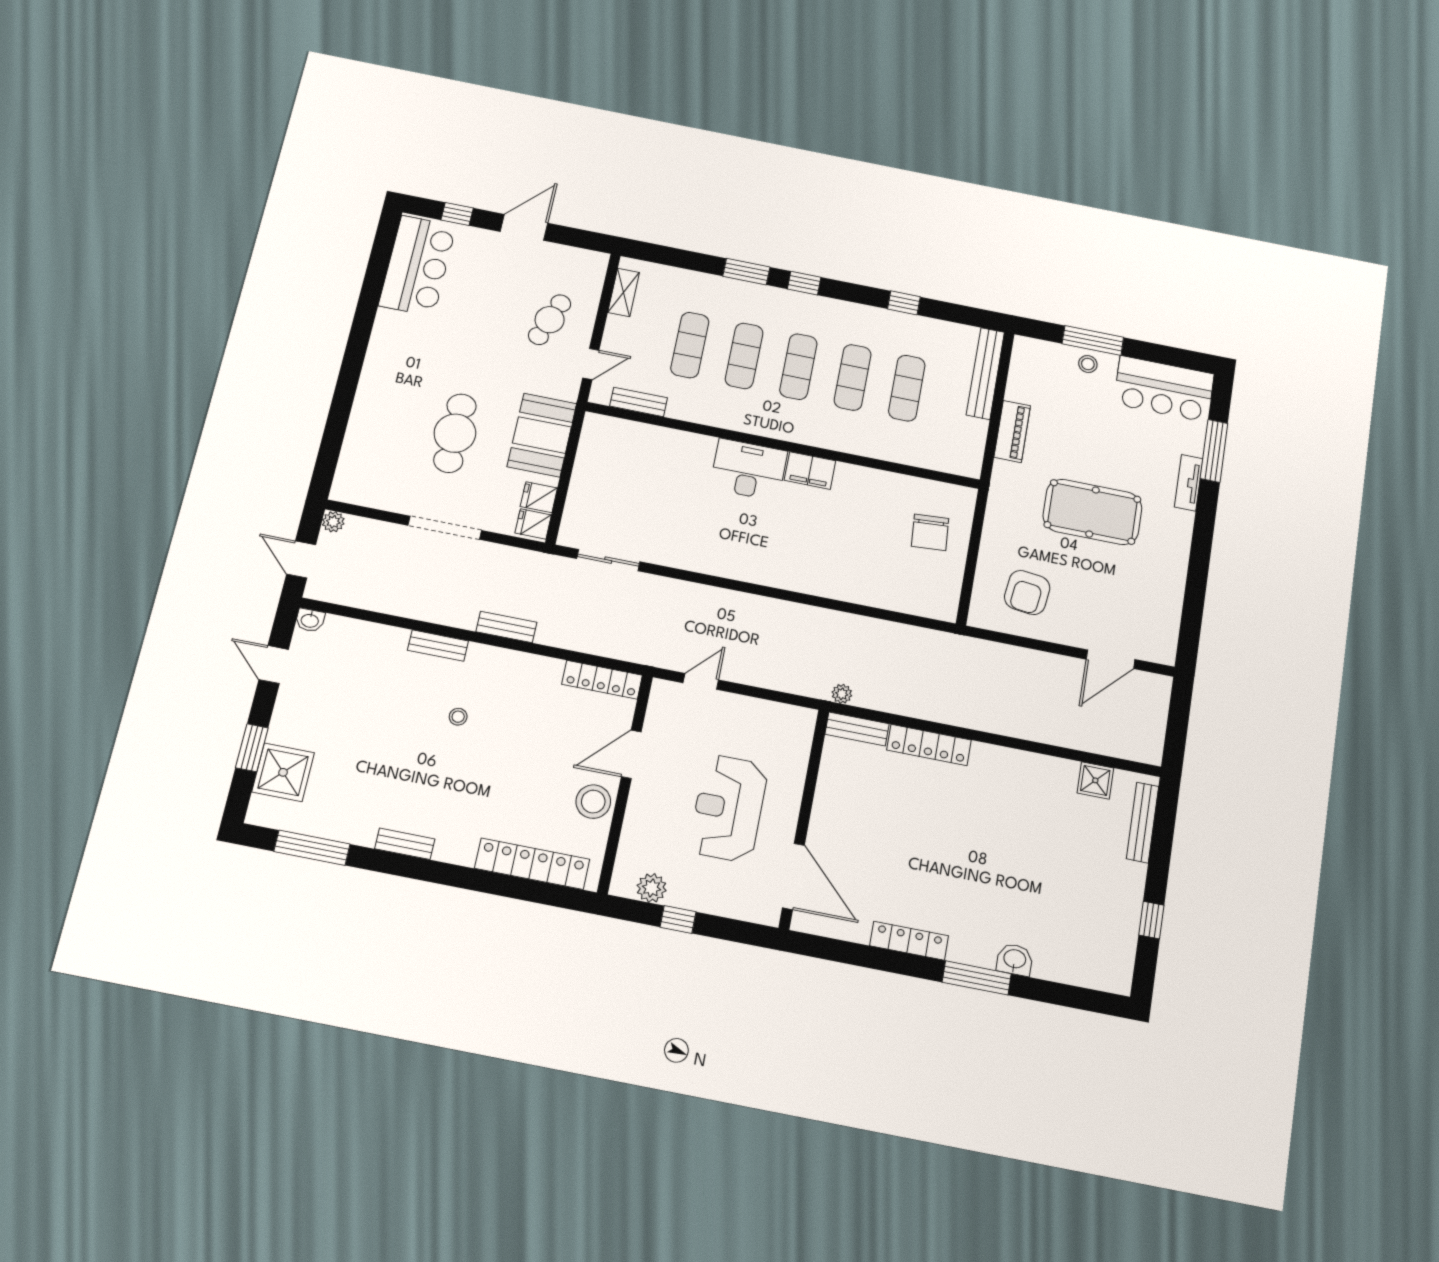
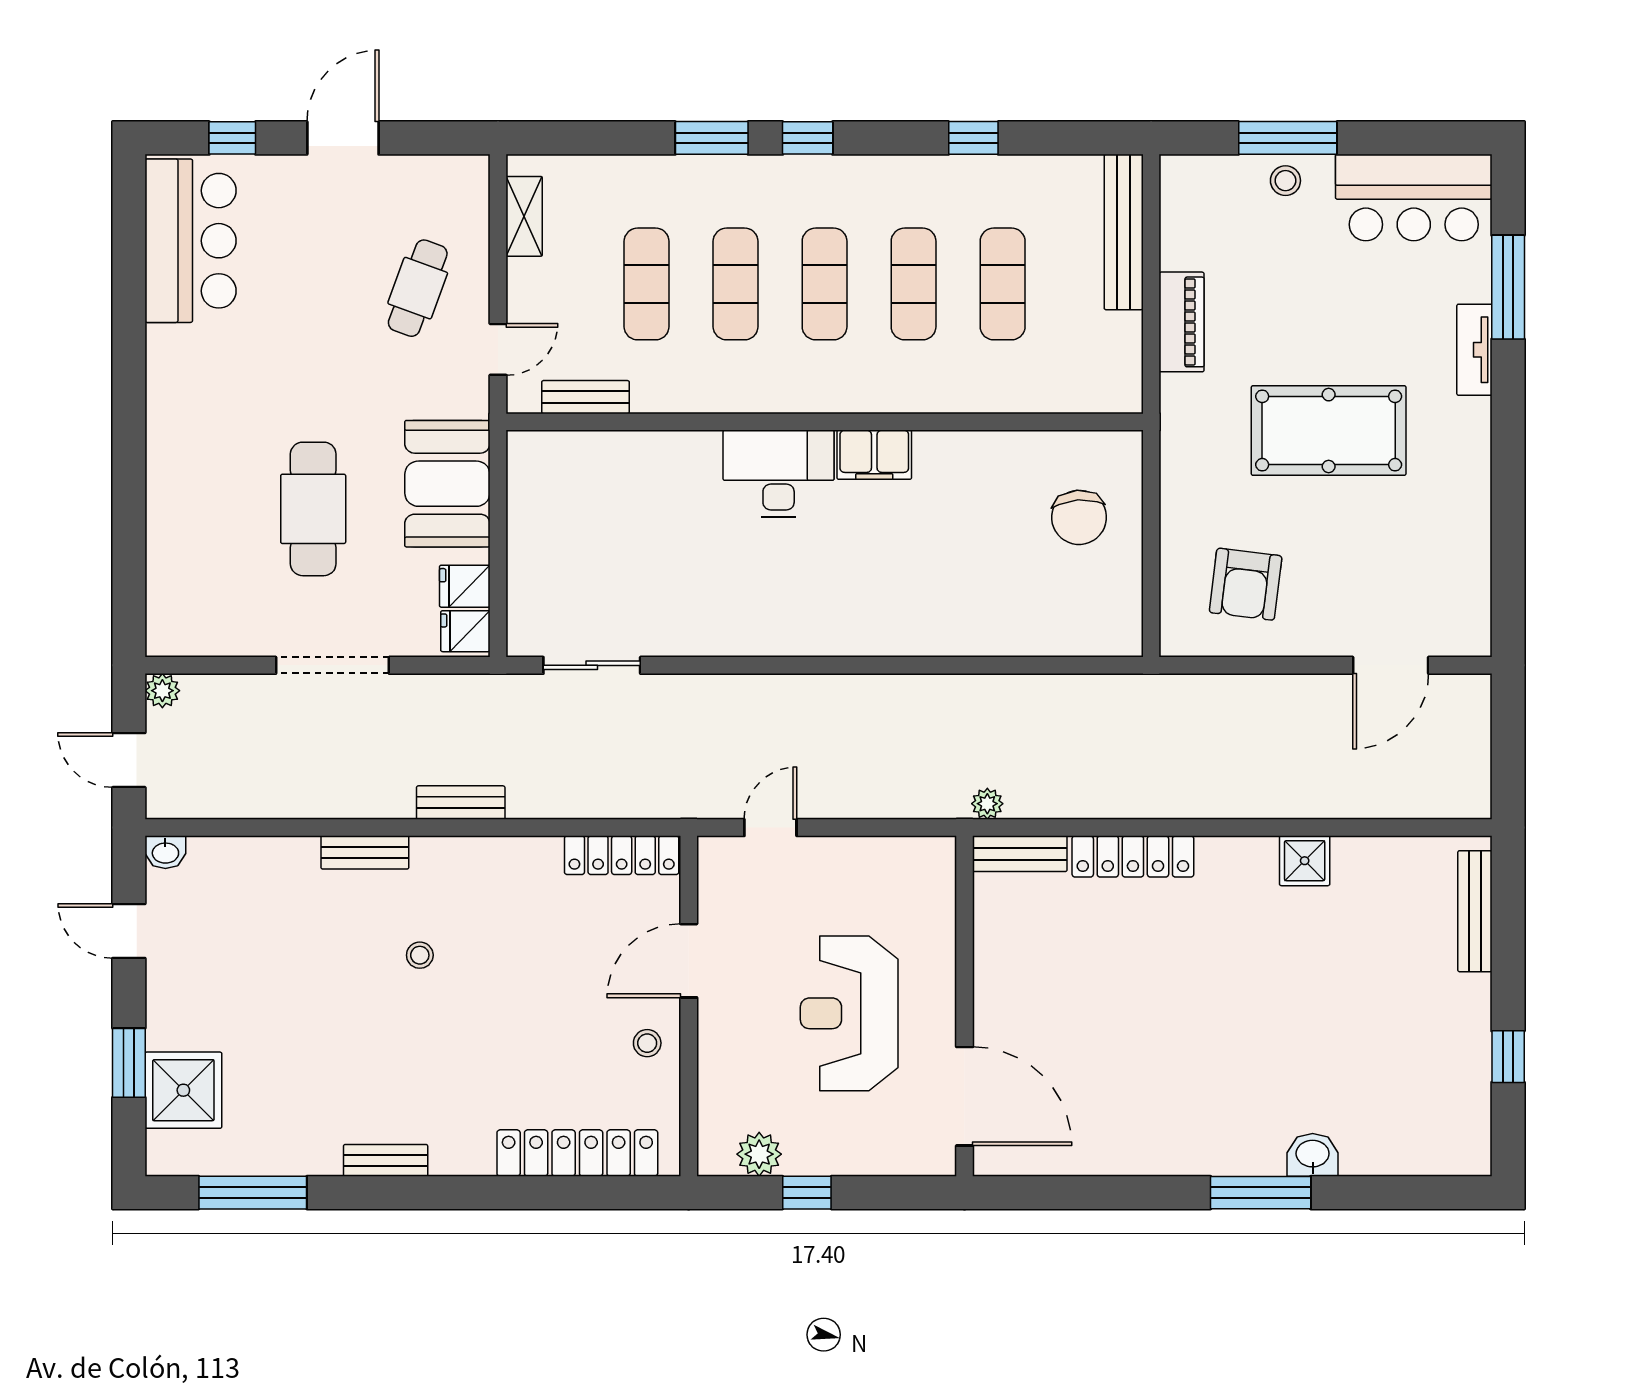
shower: (1095, 780) -> (1305, 861), moved
stool: (593, 802) -> (647, 1043), width x0.53, depth x0.53
locker: (909, 941) -> (1152, 1158), removed

